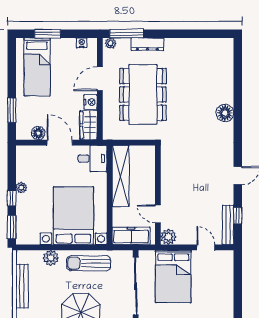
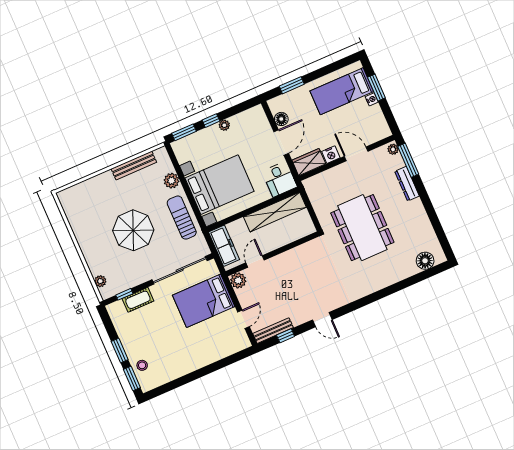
nightstand: (82, 43) -> (372, 99), moved
dining table: (143, 94) -> (362, 228), moved, turned 90
floor lamp: (225, 113) -> (425, 261), moved

